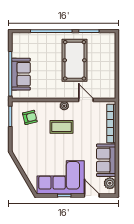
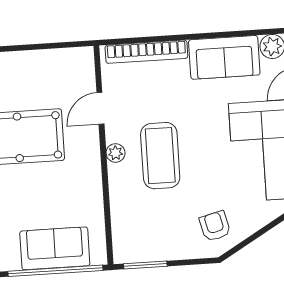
armchair: (30, 117) -> (215, 226), moved
coffee table: (62, 127) -> (160, 156), width x1.36, depth x1.32

